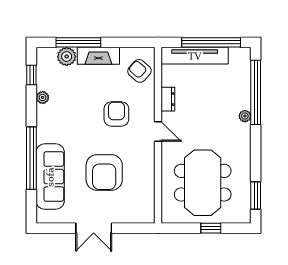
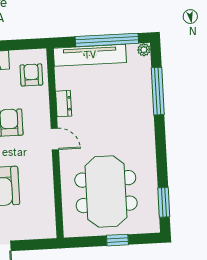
armchair: (139, 71) -> (31, 75), turned 49
window: (256, 92) -> (158, 91), width x0.68
plant: (245, 116) -> (144, 50), moved

